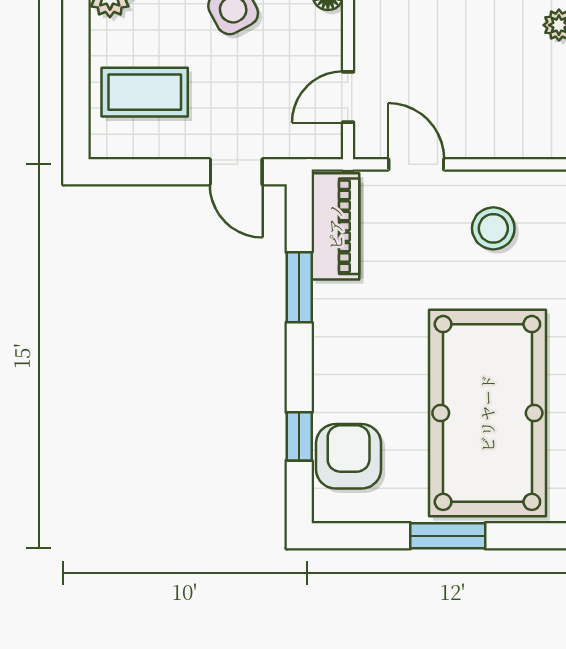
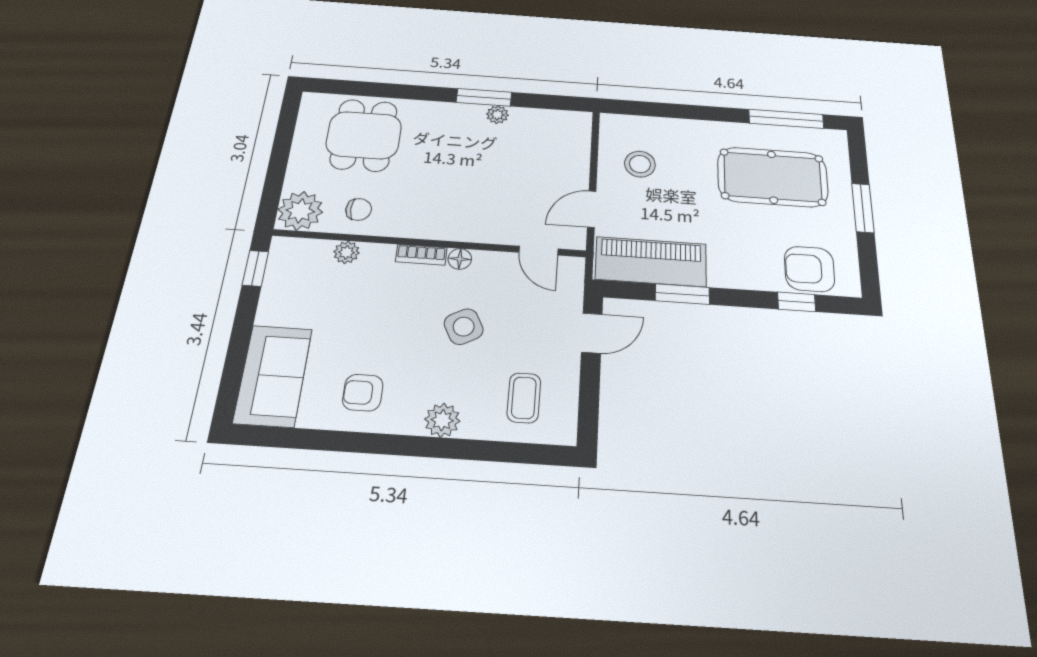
coffee table: (145, 92) -> (524, 398), width x0.73, depth x0.77
piano: (335, 226) -> (651, 262), width x1.37, depth x1.33
pool table: (487, 413) -> (773, 177), width x0.73, depth x0.76

